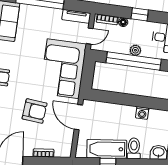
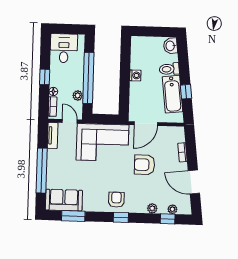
plant: (135, 50) -> (78, 95), moved
armchair: (35, 111) -> (144, 165), turned -95
washing machine: (142, 113) -> (135, 75), moved

